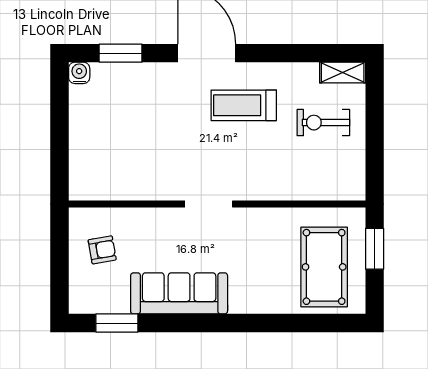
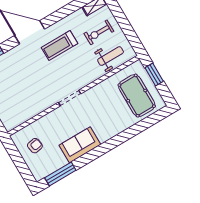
weight bench: (319, 174) -> (111, 56), added
sofa: (179, 293) -> (80, 145), width x0.73
window: (117, 323) -> (60, 174), width x1.44

